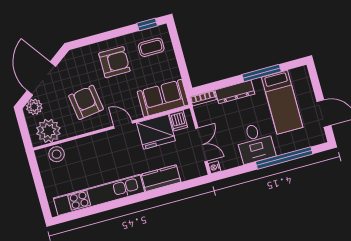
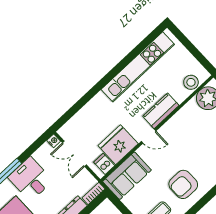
armchair: (86, 102) -> (189, 138), removed
kitchen counter: (161, 178) -> (161, 111), moved, turned 180

